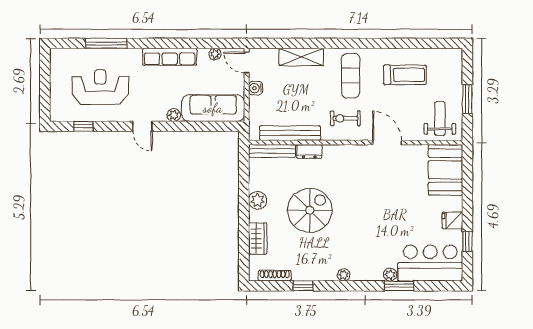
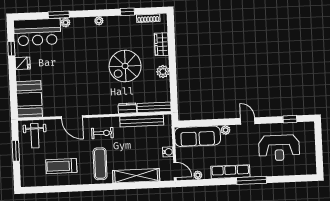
window: (106, 43) -> (251, 180), moved
shelving: (301, 57) -> (136, 176), width x1.47

